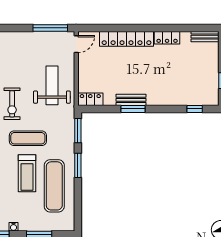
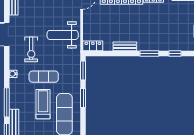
weight bench: (52, 85) -> (63, 35), turned -90
window: (133, 109) -> (149, 53), moved
treadmill: (27, 173) -> (43, 104), turned 180

